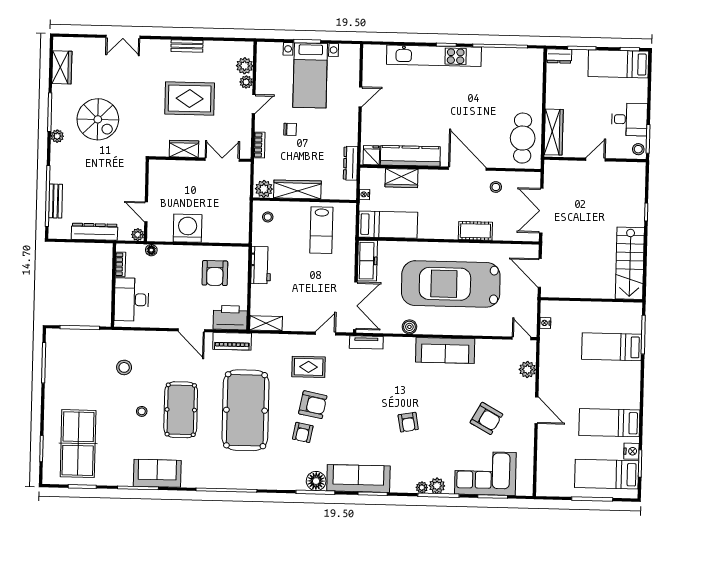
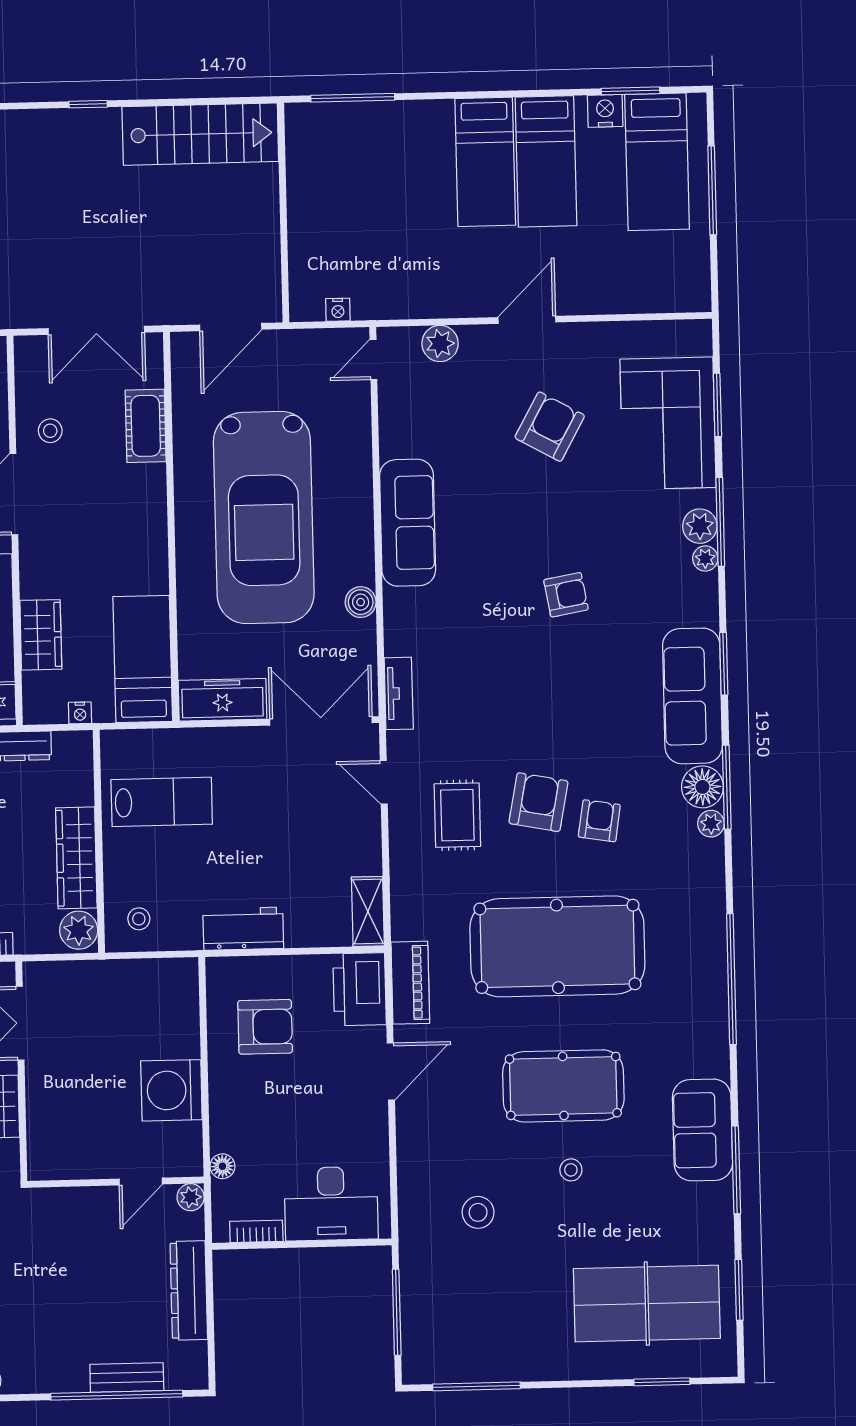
cot: (475, 231) -> (146, 426), moved
bed: (612, 347) -> (485, 162), moved
armchair: (303, 432) -> (599, 821), turned -92
plant: (299, 484) -> (711, 824), added

